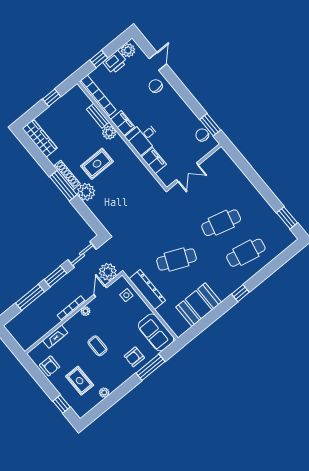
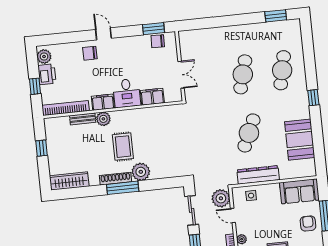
door: (158, 61) -> (103, 34), moved
armchair: (134, 357) -> (308, 224), turned 180

